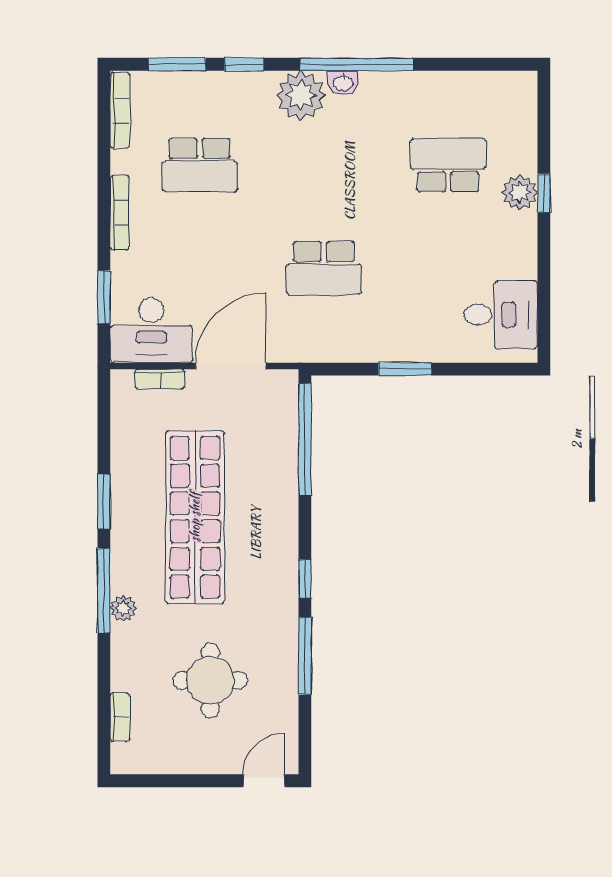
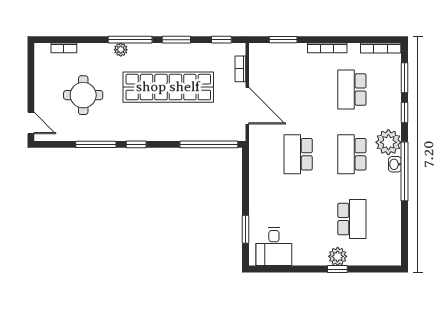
school desk: (324, 165) -> (352, 154), added
desk: (151, 330) -> (266, 64), removed
window: (405, 369) -> (246, 229), moved
window: (104, 415) -> (221, 40), added

